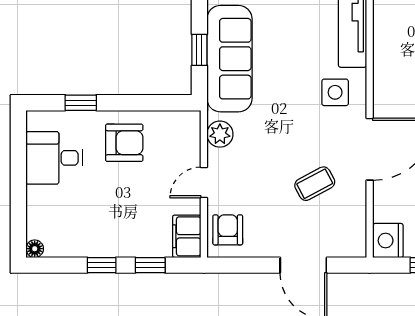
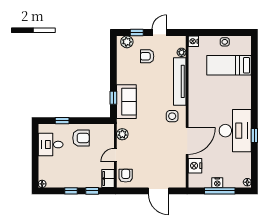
sofa: (229, 59) -> (126, 102), width x0.73
coffee table: (315, 184) -> (163, 156), removed
nightstand: (388, 241) -> (195, 166), moved

